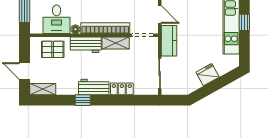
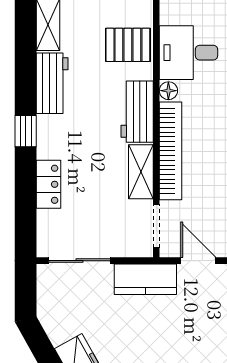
door: (160, 15) -> (198, 261), swing flipped
pallet: (53, 49) -> (128, 45), turned 90
workbench: (94, 87) -> (52, 83), moved
window: (83, 100) -> (26, 131), moved

